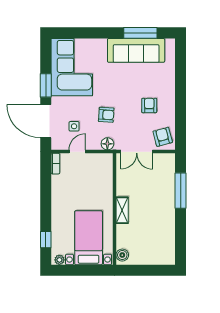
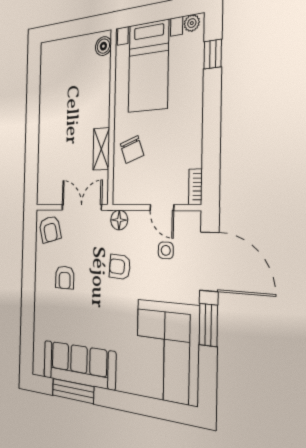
door: (77, 152) -> (162, 208), hinge flipped
chair: (99, 187) -> (132, 150), added
window: (181, 191) -> (32, 151), removed
shelving: (122, 210) -> (101, 149), moved

